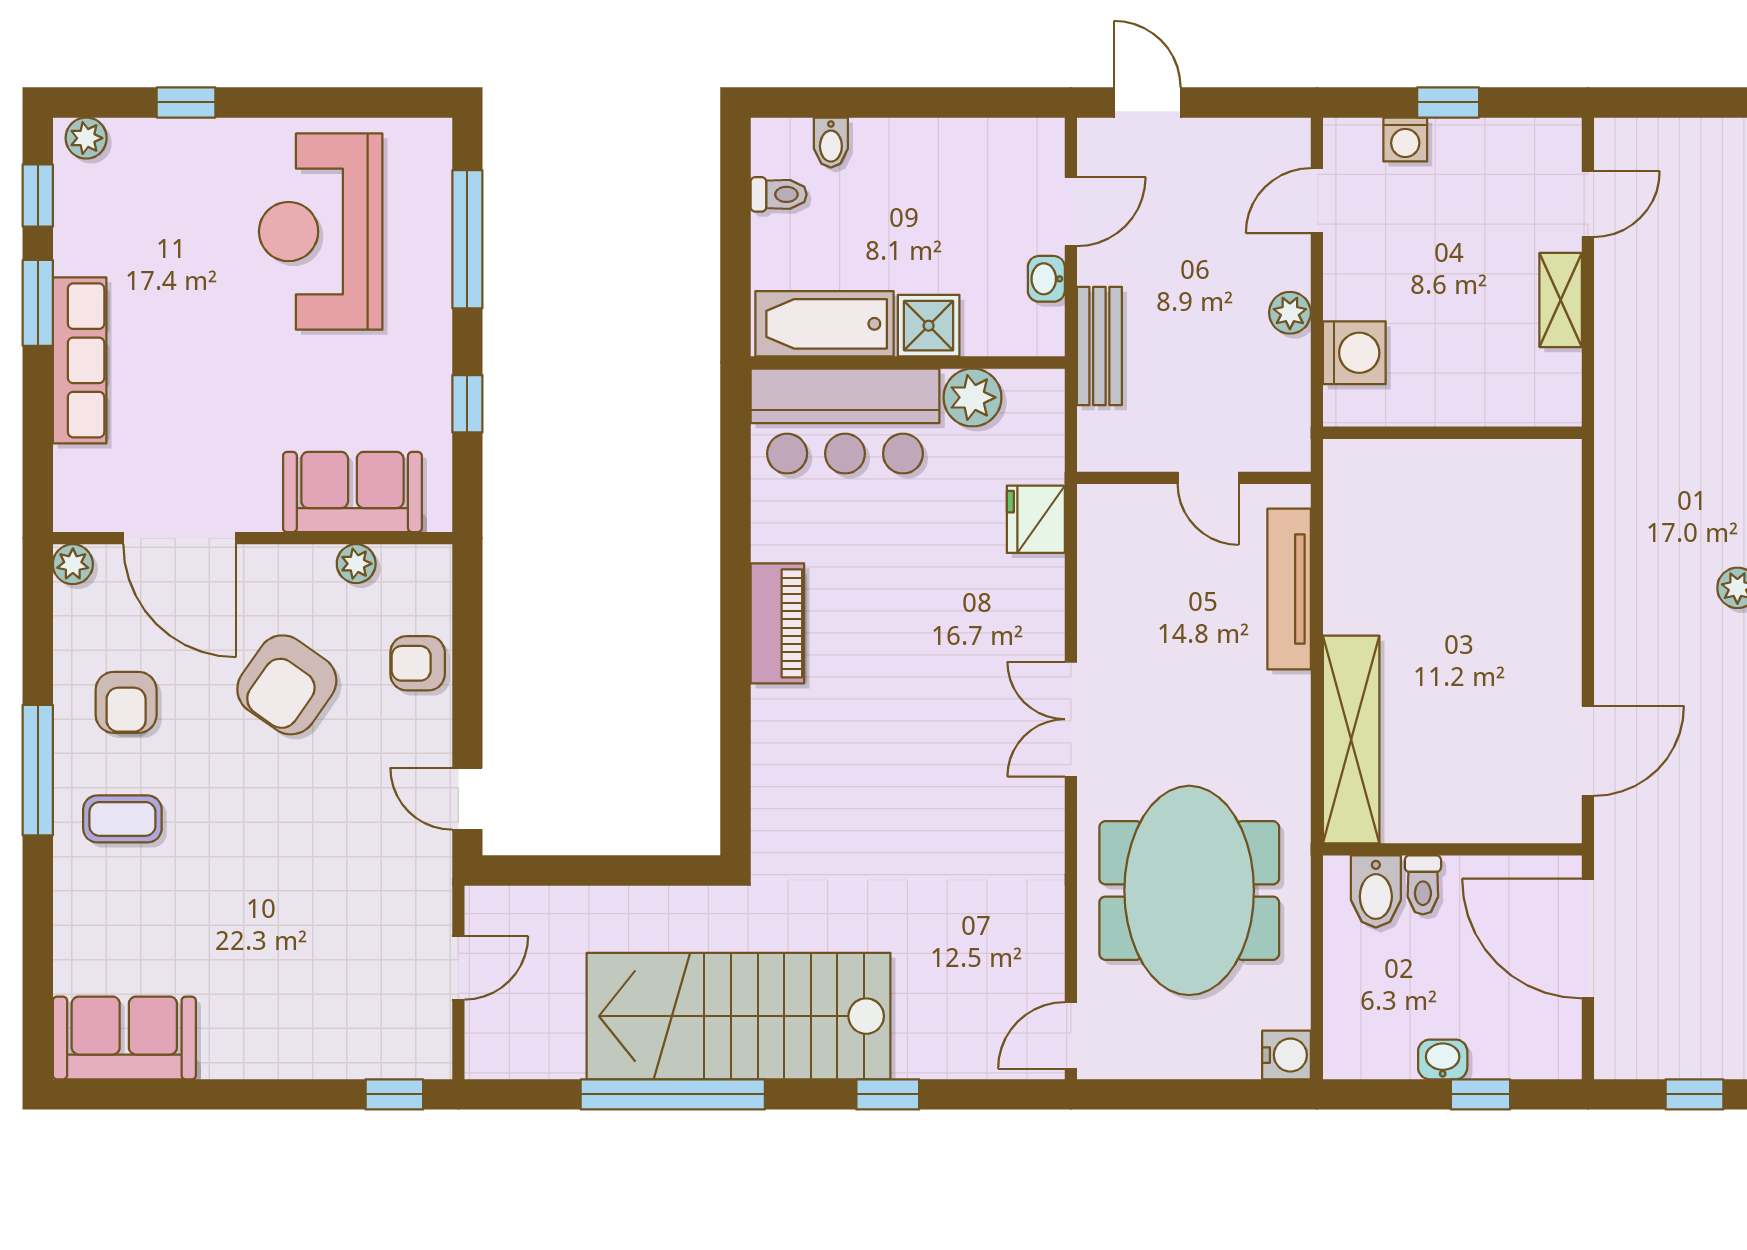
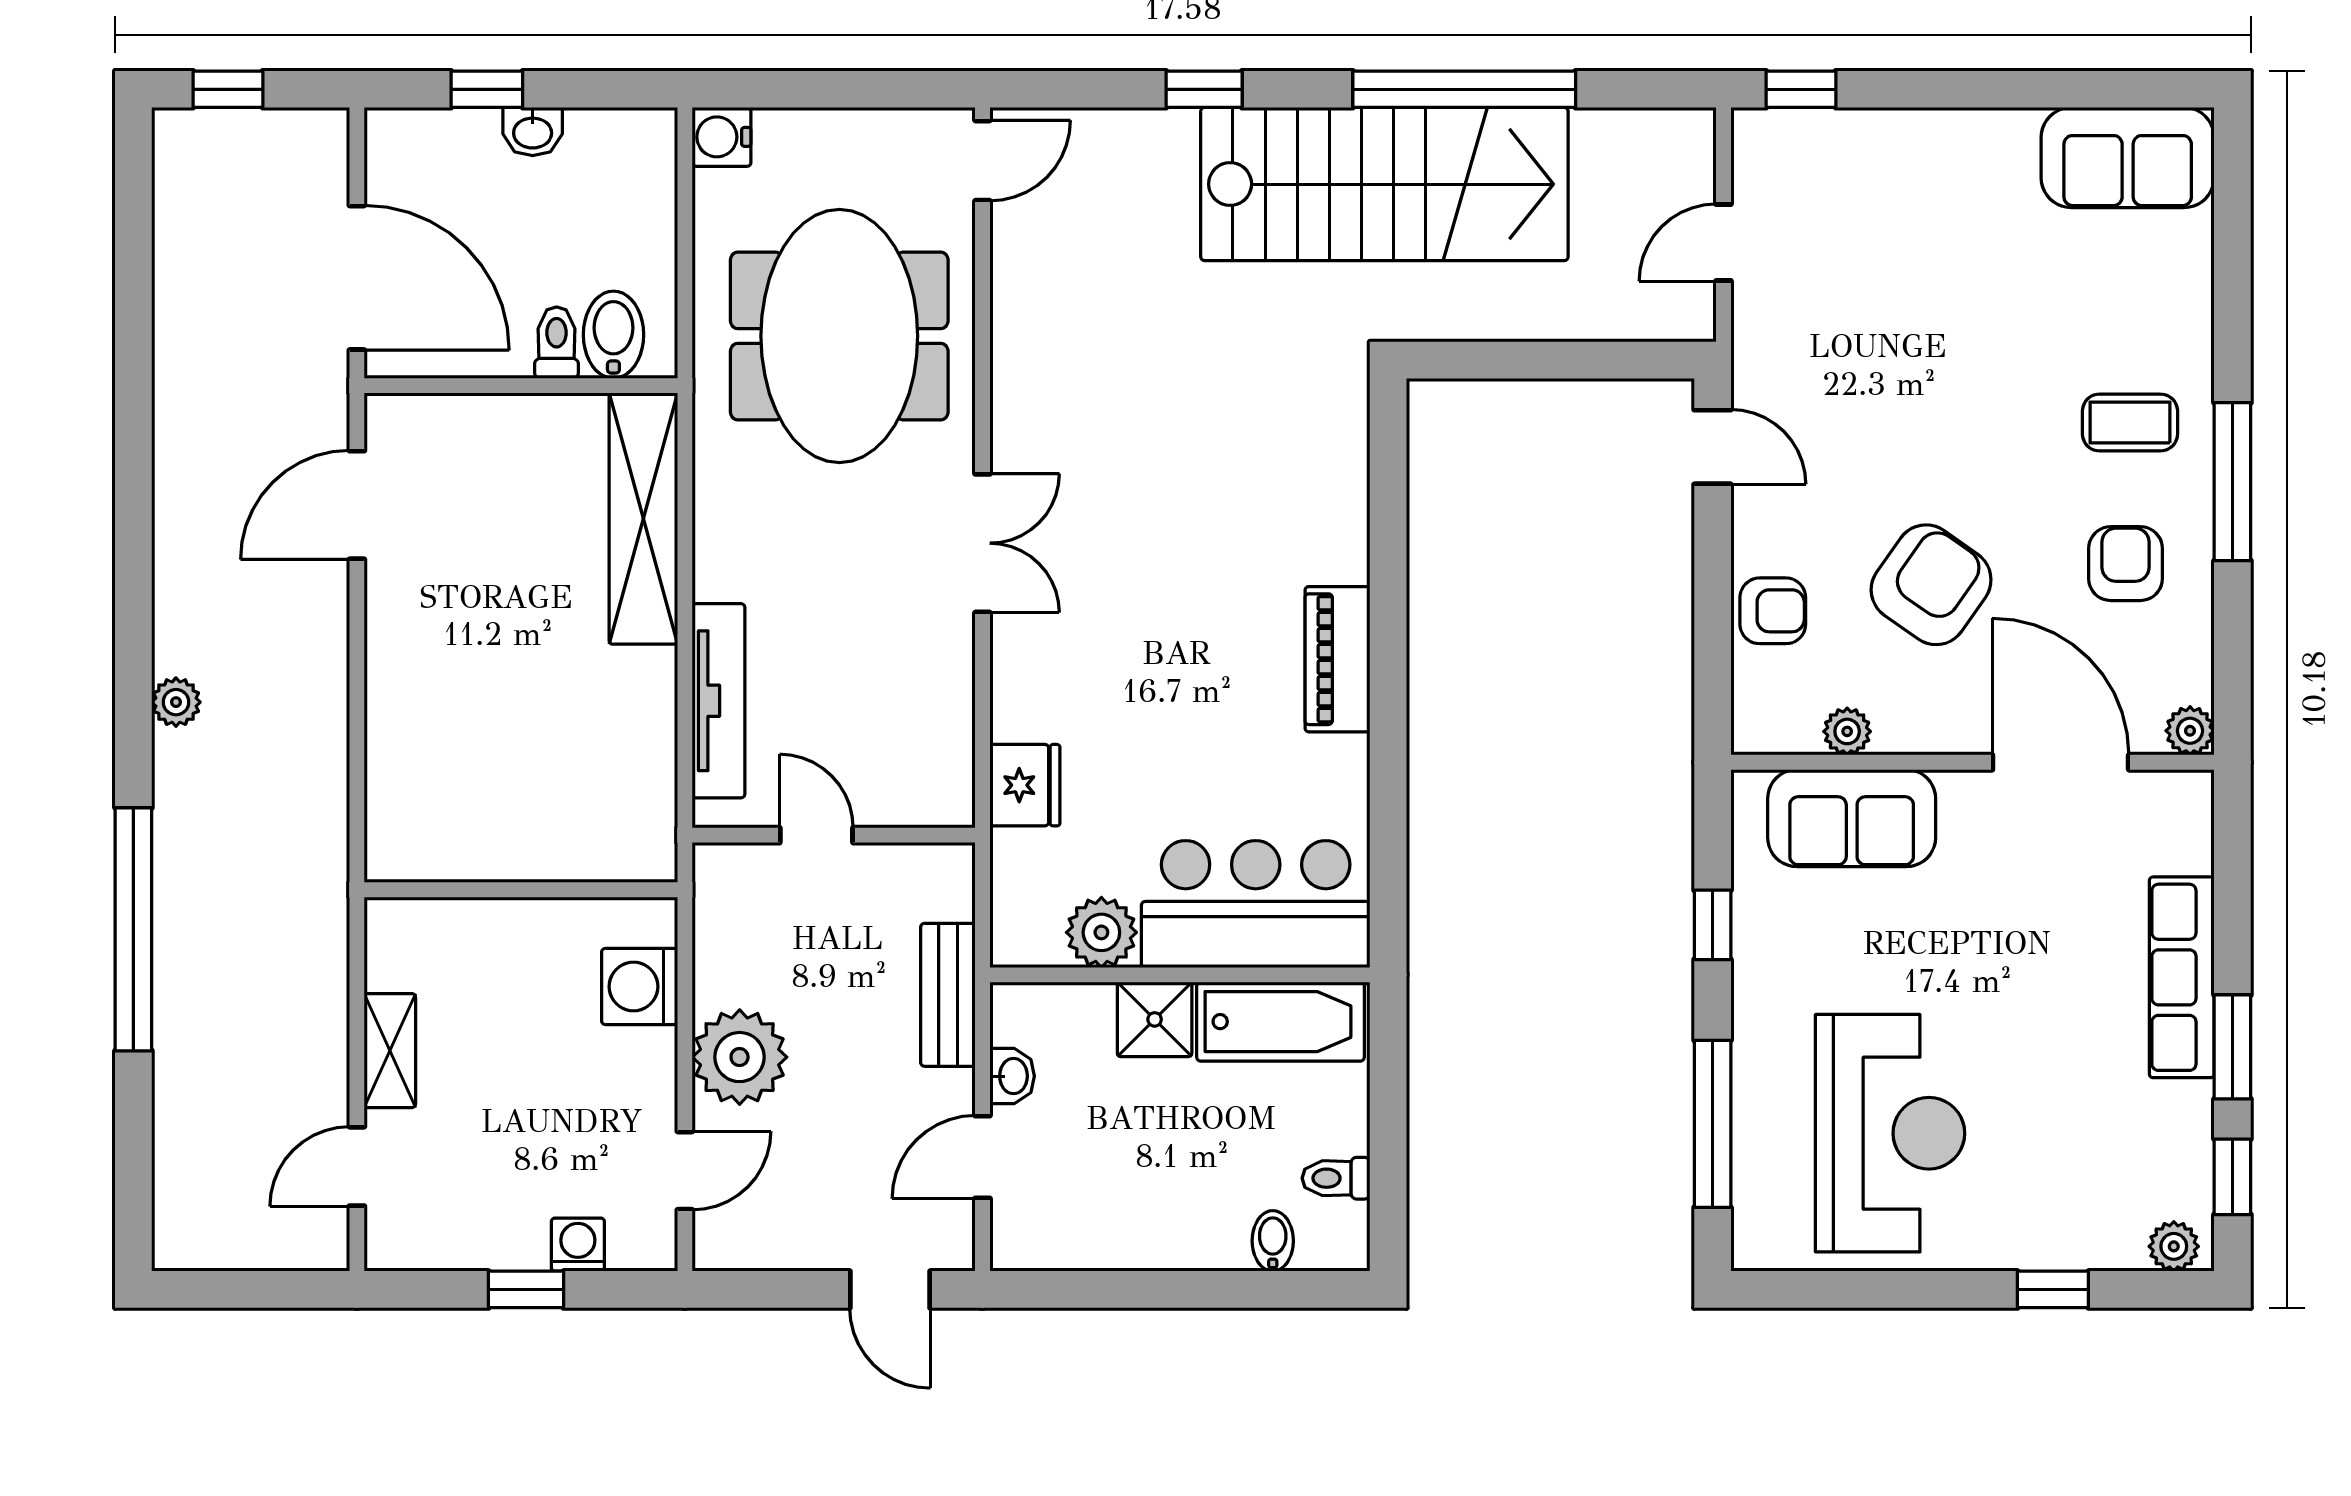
plant: (1290, 313) -> (740, 1057), width x1.87, depth x1.87

